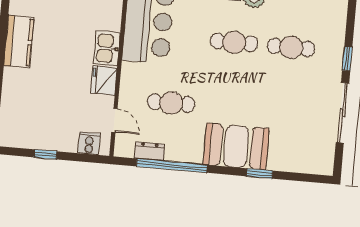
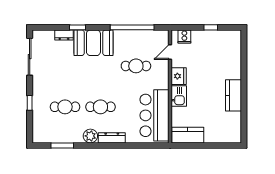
sliding door: (342, 113) -> (30, 57), moved
door: (114, 120) -> (170, 52), hinge flipped
dresser: (149, 151) -> (64, 35), moved

